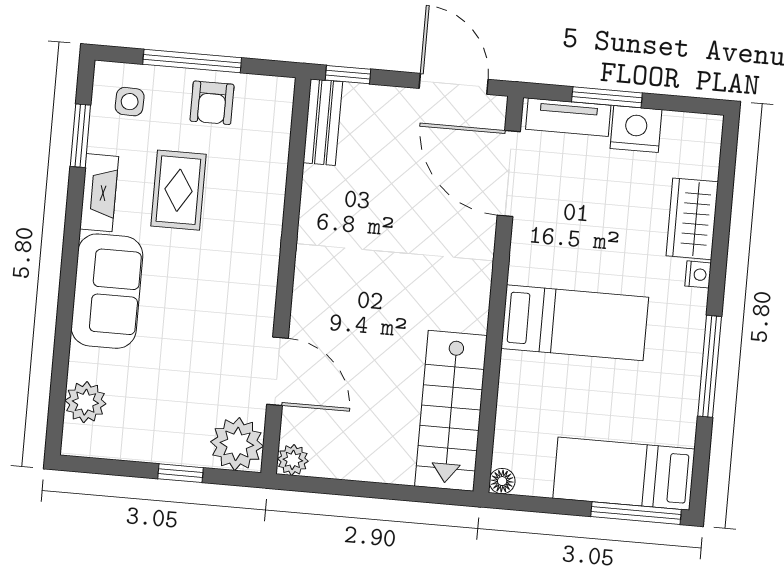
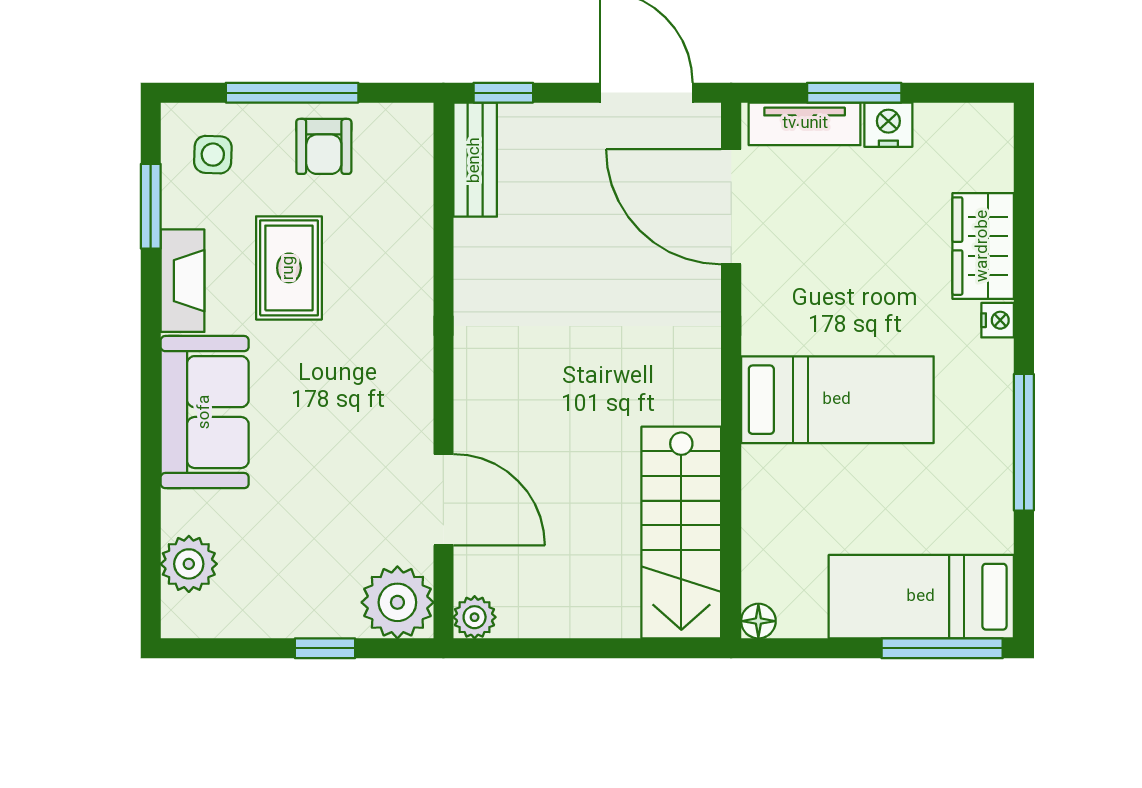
nightstand: (636, 129) -> (888, 125), width x0.74, depth x0.75

